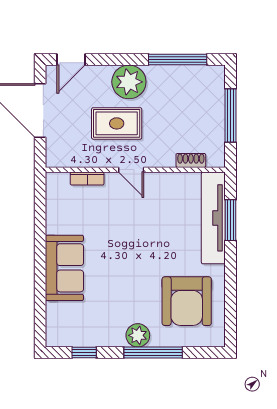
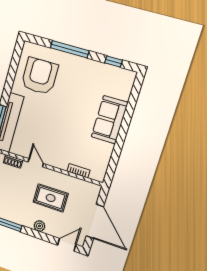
plant: (129, 82) -> (39, 226), width x0.53, depth x0.53
door: (131, 170) -> (36, 163), moved
plant: (138, 335) -> (76, 63), removed

